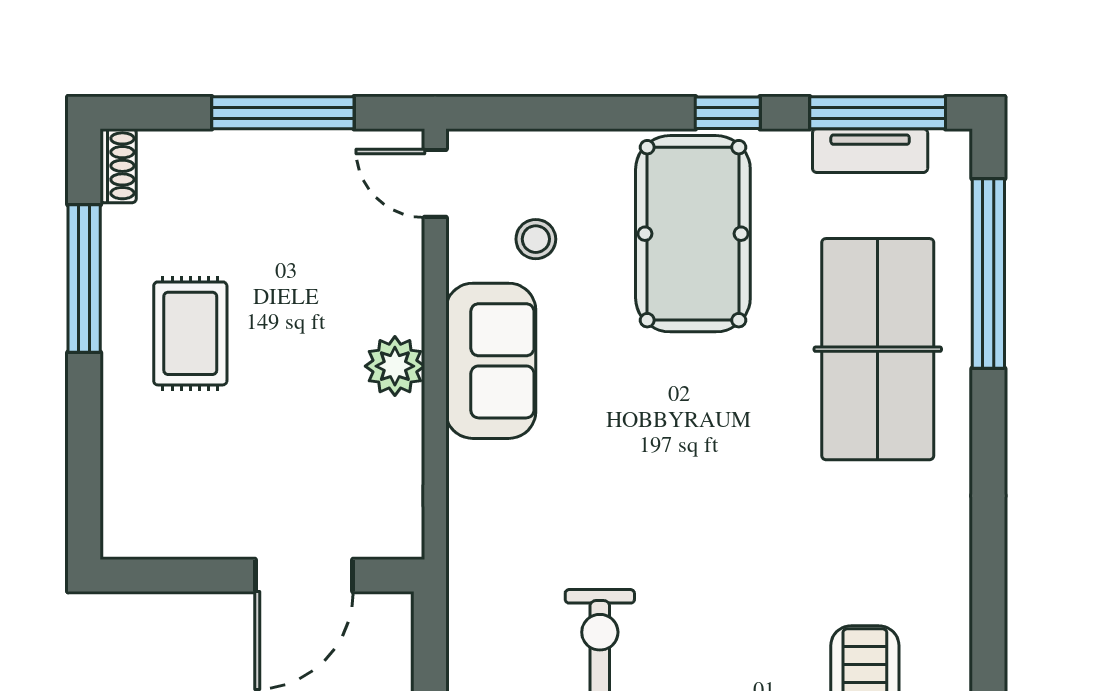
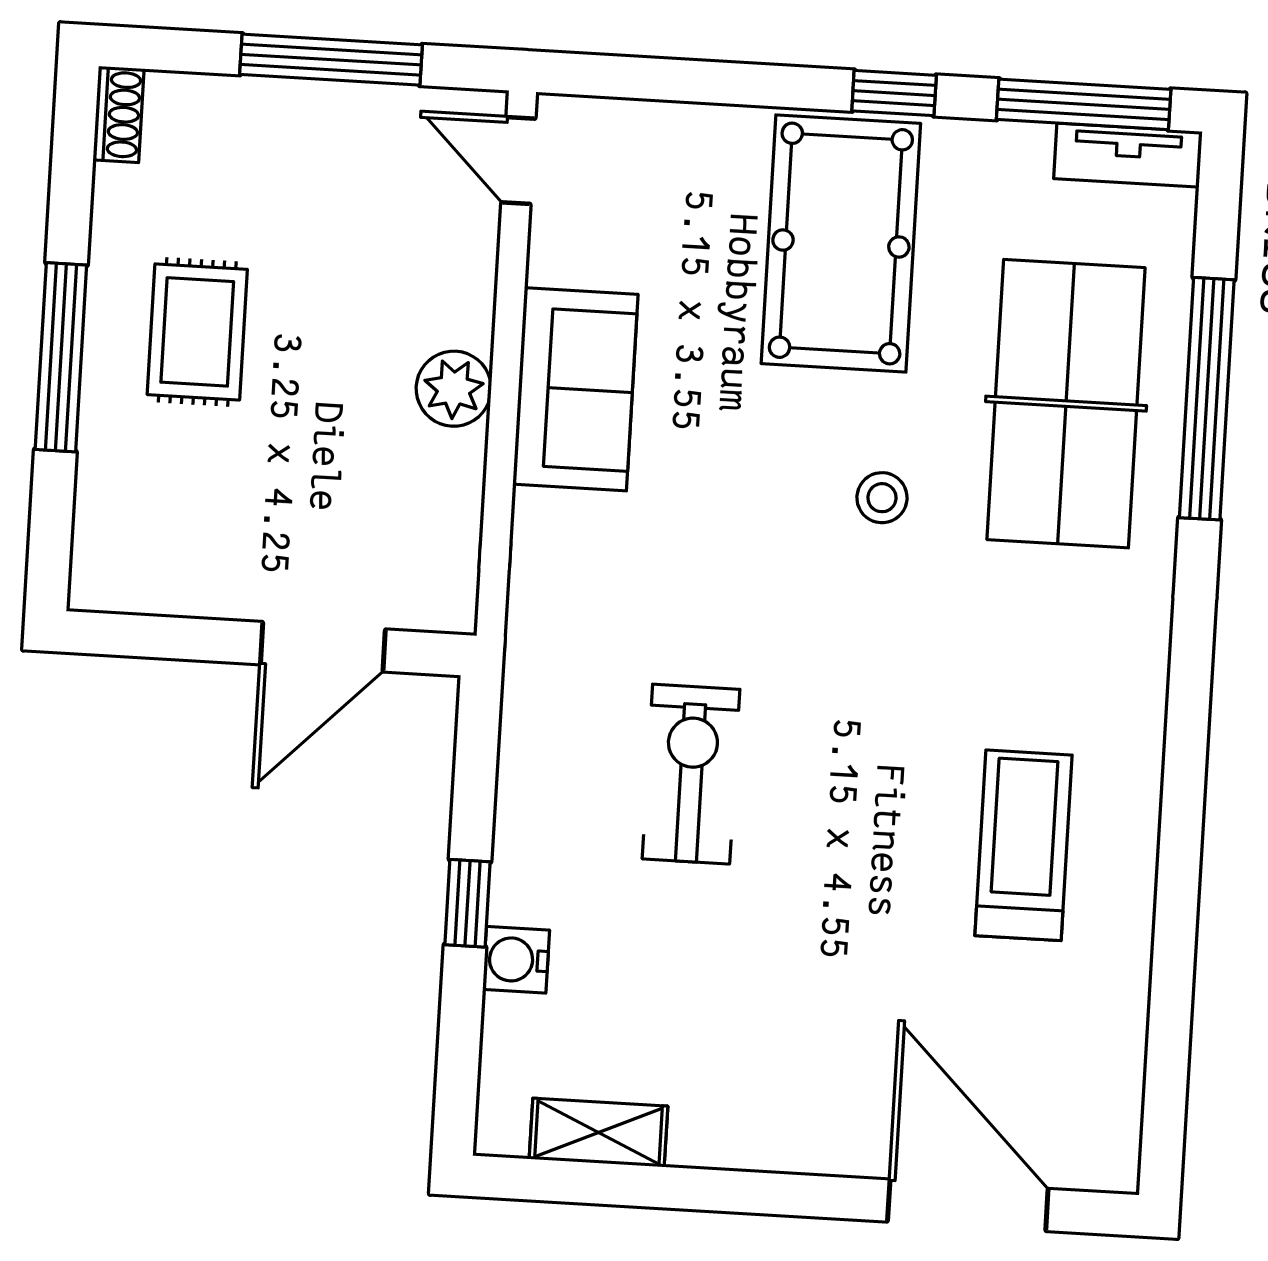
tv unit: (870, 151) -> (1128, 155), moved
stool: (536, 239) -> (882, 498), moved
window: (988, 273) -> (1207, 399), moved
window: (84, 279) -> (61, 357), moved

